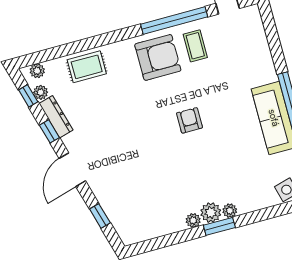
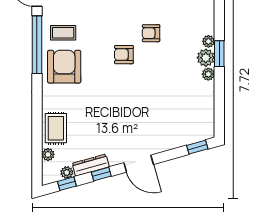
plant: (37, 71) -> (48, 154), moved
armchair: (222, 144) -> (151, 33), added
window: (100, 216) -> (197, 147), moved

